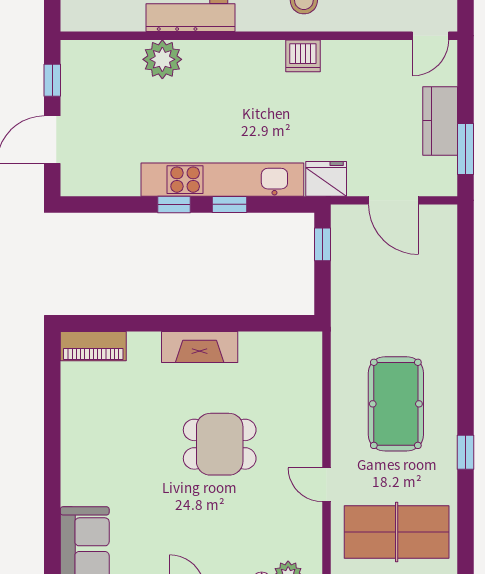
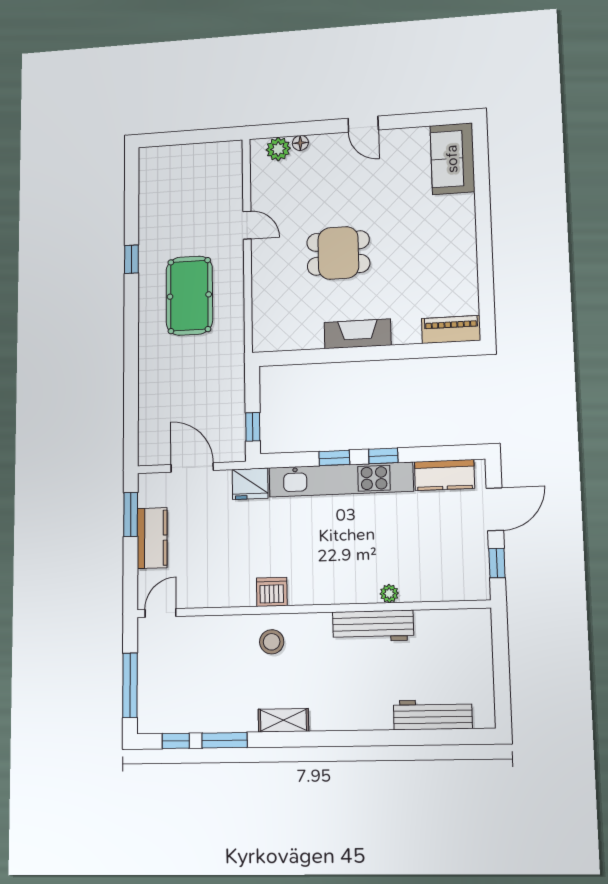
plant: (162, 59) -> (389, 594), width x0.53, depth x0.53
kitchen counter: (106, 180) -> (445, 475), added
table tennis table: (397, 532) -> (188, 191), removed

